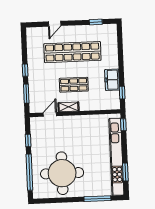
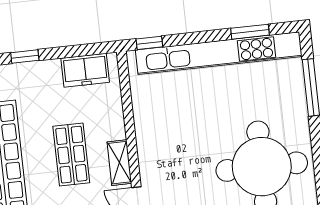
freezer: (112, 80) -> (85, 70), moved
window: (122, 93) -> (25, 57), moved

